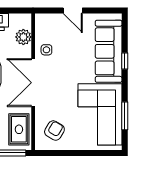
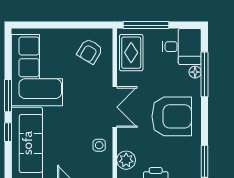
double door: (33, 83) -> (115, 107), width x0.73
window: (125, 116) -> (8, 96), moved

